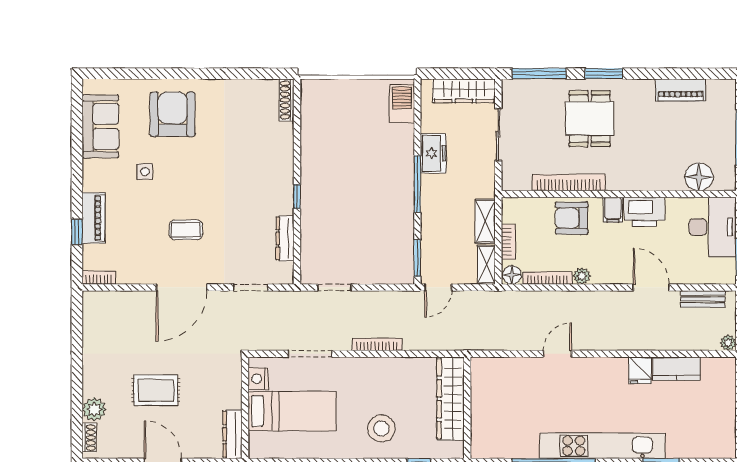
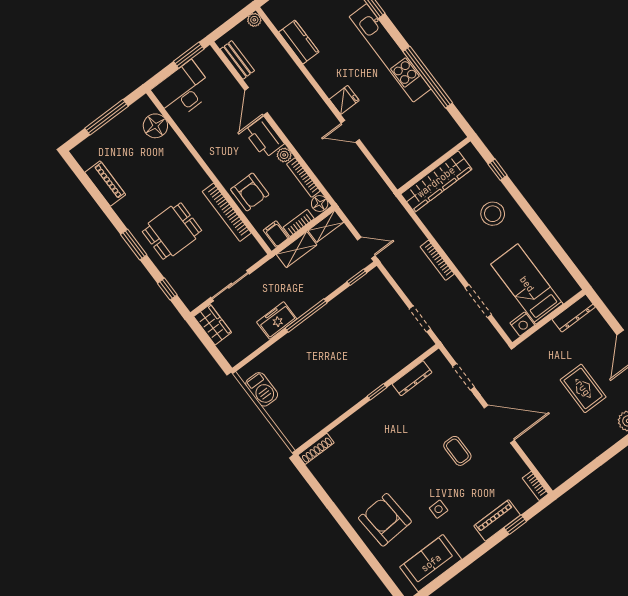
window: (539, 74) -> (167, 289), width x0.46
wardrobe: (464, 91) -> (213, 325), width x0.67
barbecue: (402, 104) -> (262, 389), moved, turned -90
armchair: (173, 114) -> (385, 520), turned 86
filing cabinet: (613, 210) -> (276, 234), moved, turned -90
printer: (644, 212) -> (264, 137), moved, turned 180
window: (417, 258) -> (357, 277), width x0.67
fridge: (640, 370) -> (344, 100), moved

